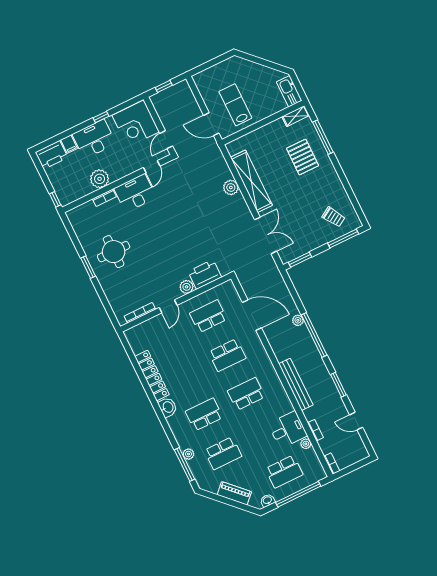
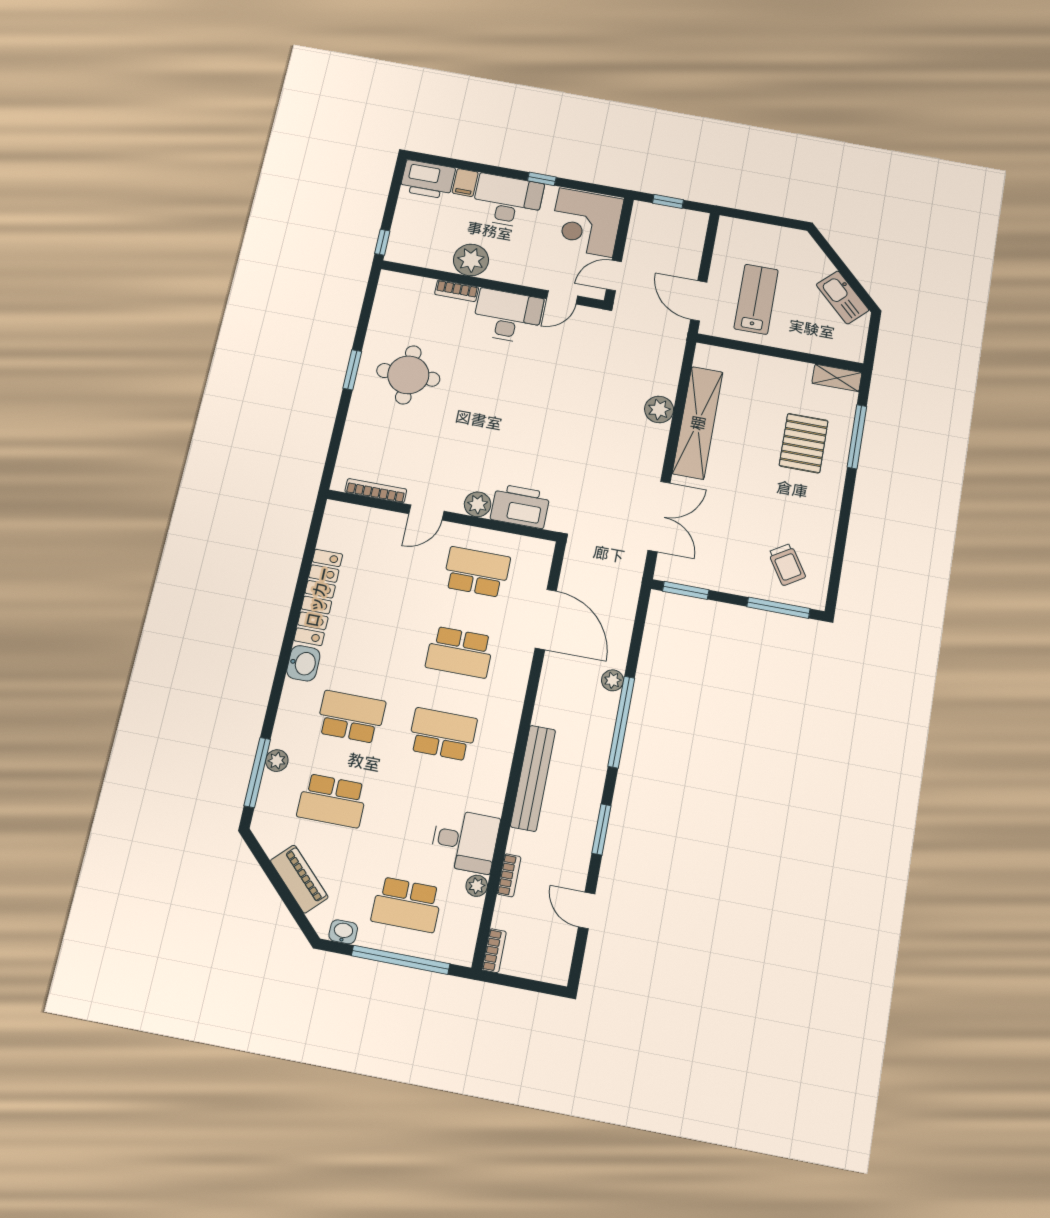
kitchen sink: (289, 91) -> (843, 297), moved, turned -45

